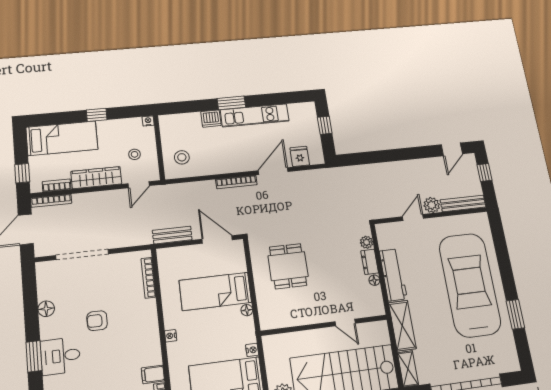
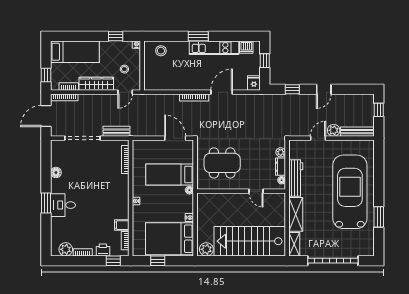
window: (97, 115) -> (116, 36), moved
dishwasher: (211, 119) -> (246, 47), moved
door: (452, 149) -> (324, 89), moved
fridge: (300, 156) -> (254, 83), moved
stool: (182, 157) -> (161, 51), moved
window: (367, 158) -> (292, 89), added
bench: (172, 235) -> (116, 131), moved
dining table: (288, 266) -> (222, 163), width x1.38
armchair: (97, 321) -> (88, 185), removed
door: (345, 322) -> (256, 191), moved
wall: (324, 325) -> (241, 191), moved

